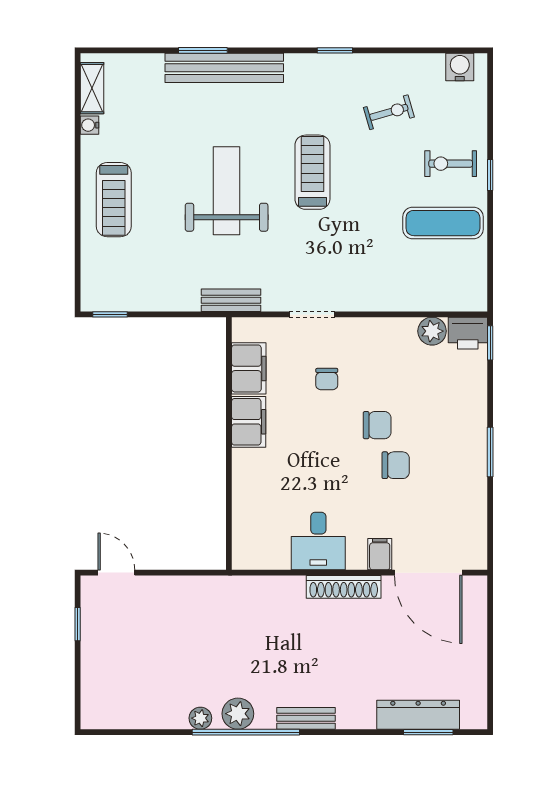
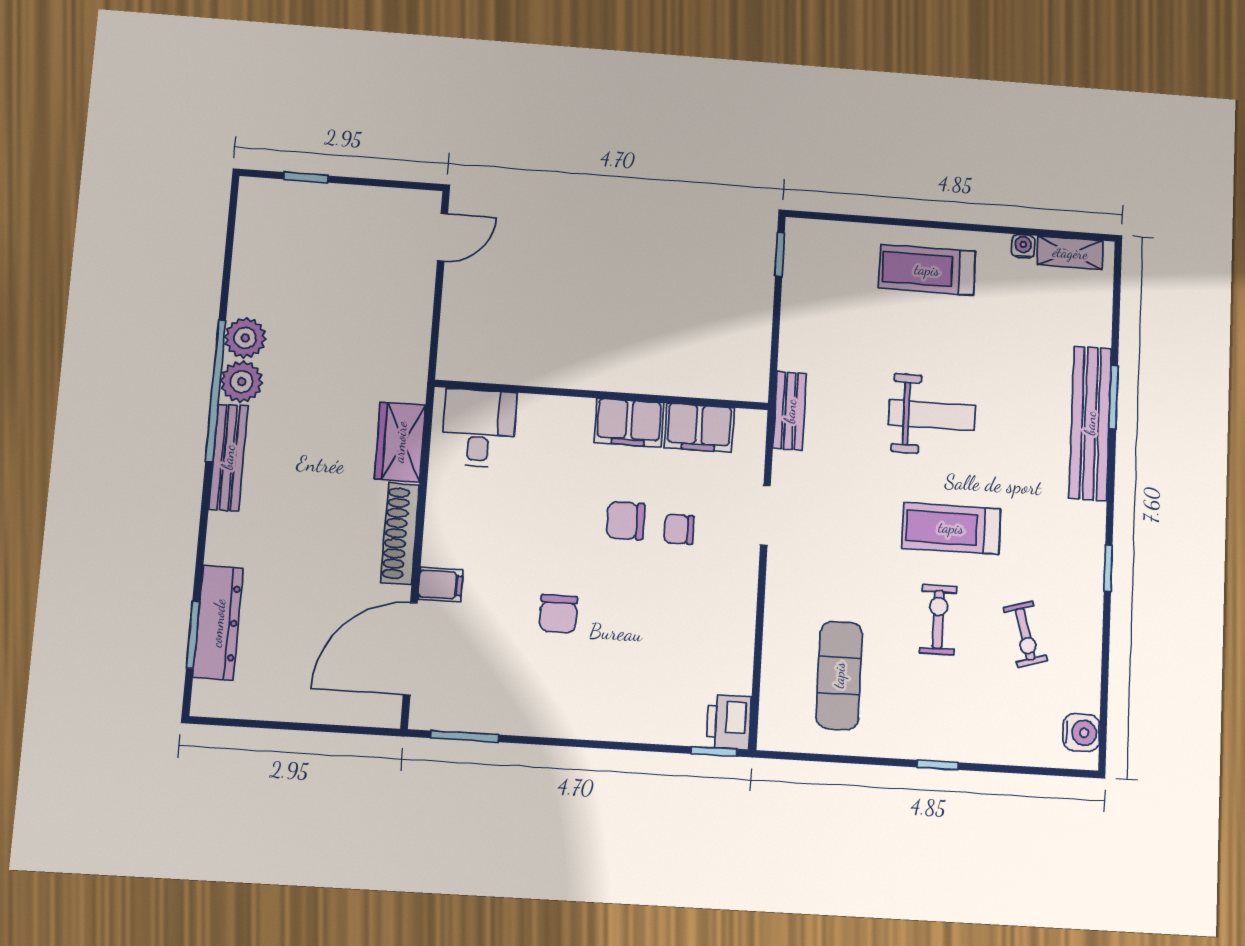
exercise bike: (451, 164) -> (938, 620), moved
treadmill: (312, 172) -> (951, 528), turned 180
weight bench: (227, 191) -> (932, 415), width x0.73, depth x0.75
exercise mat: (443, 223) -> (839, 675), moved
plant: (432, 331) -> (734, 674), removed
chair: (377, 425) -> (626, 521), moved, turned 90
window: (490, 452) -> (465, 736), moved
desk: (318, 541) -> (479, 428), moved, turned 90
wardrobe: (275, 592) -> (400, 442), added
window: (78, 624) -> (306, 177), moved
plant: (200, 718) -> (245, 338), width x1.38, depth x1.38
bench: (306, 718) -> (228, 457), width x1.36

